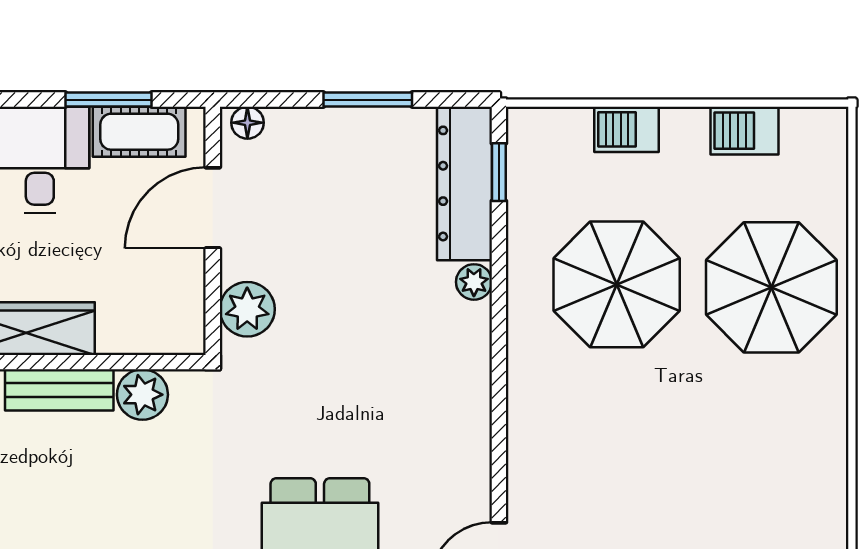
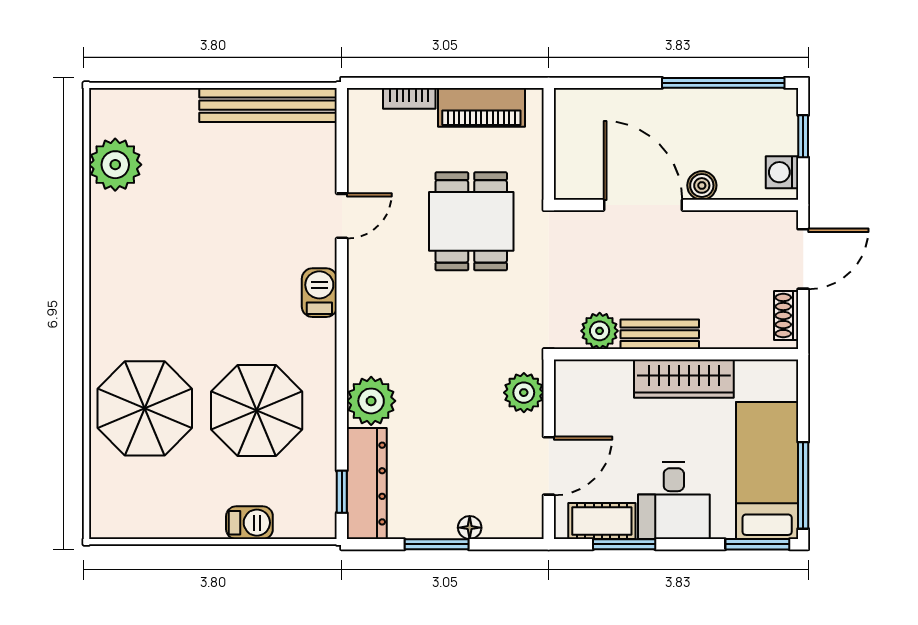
floor lamp: (247, 123) -> (470, 528), moved
barbecue: (744, 131) -> (319, 293), moved, turned -90
plant: (474, 282) -> (371, 401), width x1.87, depth x1.87

